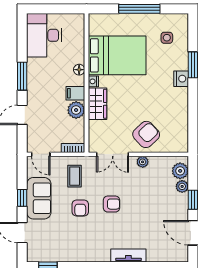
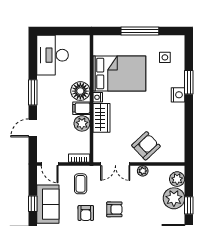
floor lamp: (79, 70) -> (80, 91), width x1.89, depth x1.89
plant: (182, 186) -> (174, 198), width x1.88, depth x1.88

